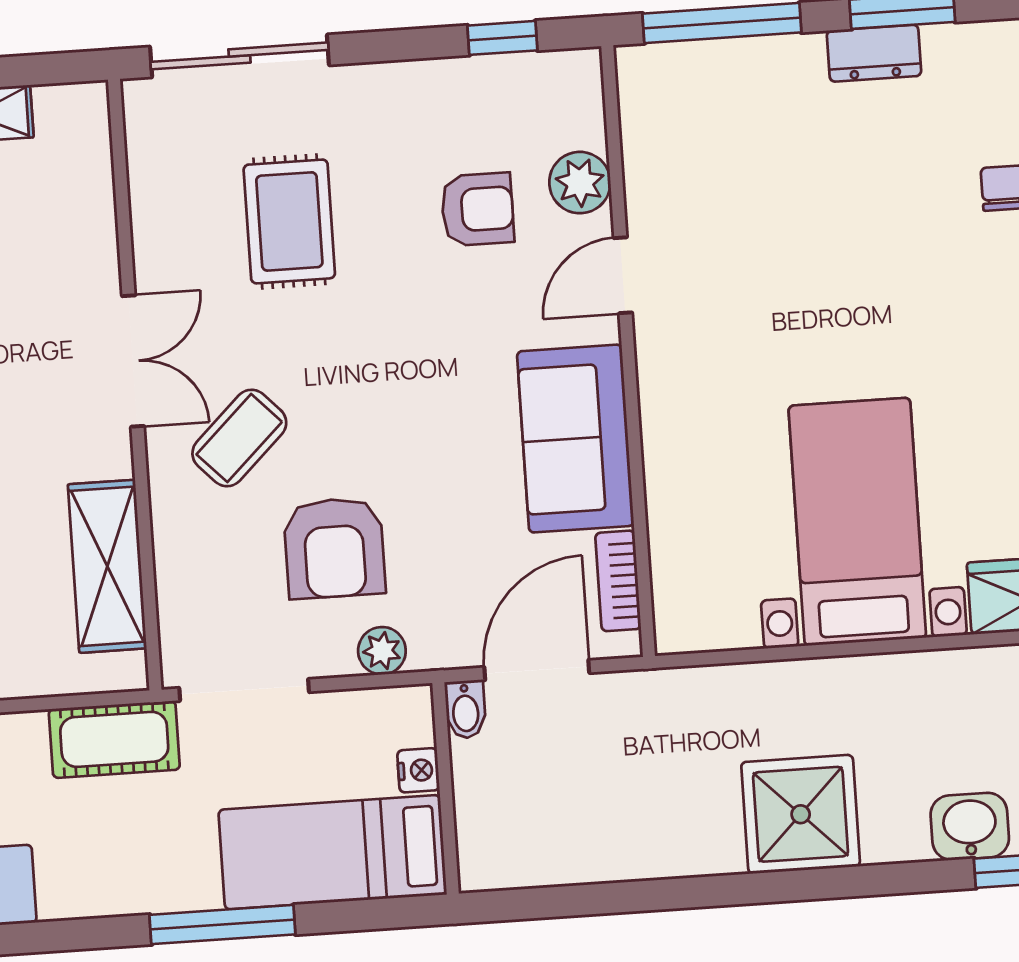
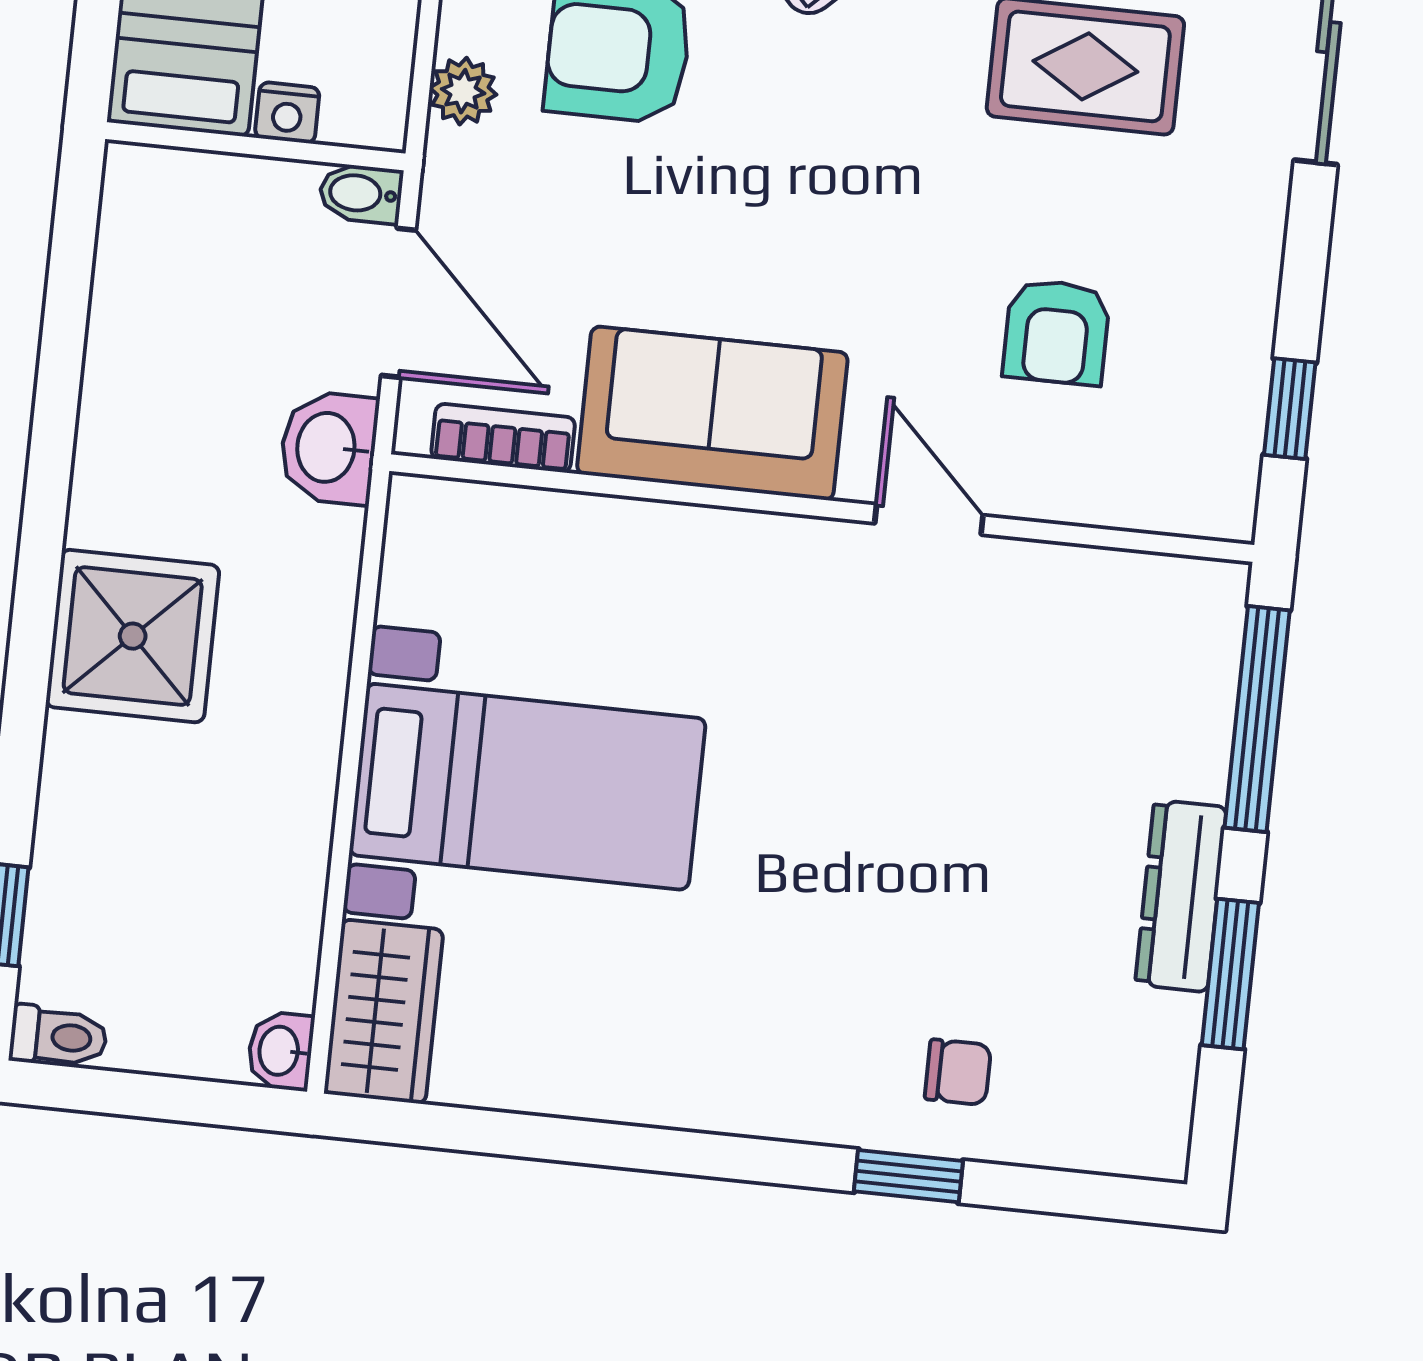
dresser: (874, 53) -> (1181, 896), width x1.44
plant: (580, 183) -> (1069, 482), removed
washbasin: (970, 826) -> (329, 448), moved, turned 180

